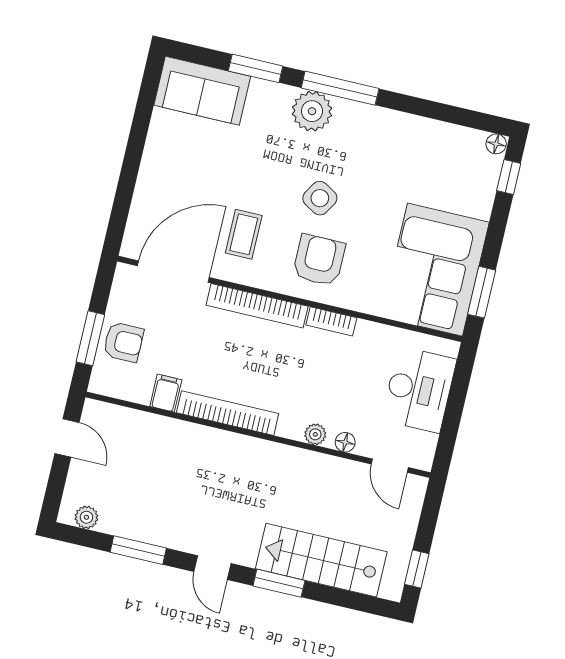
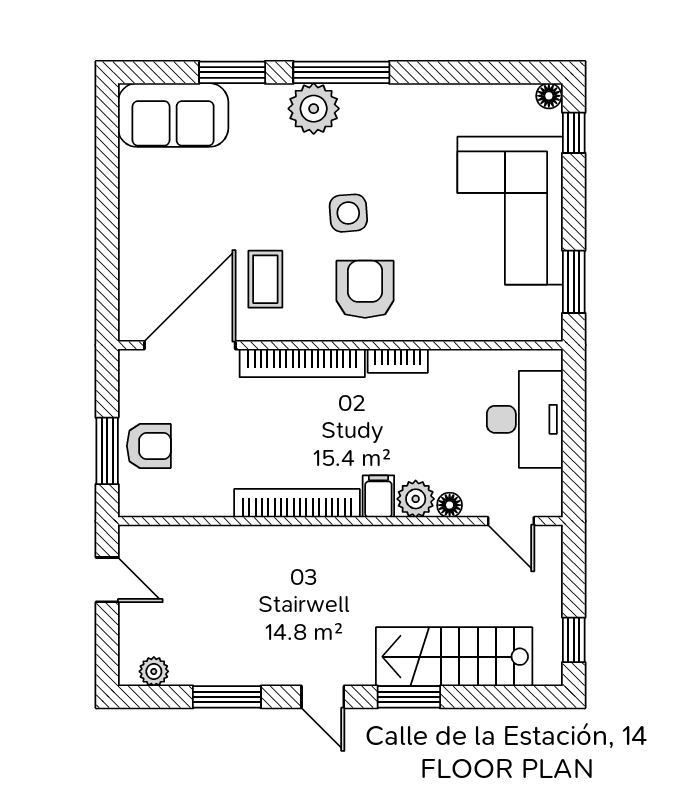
side table: (320, 198) -> (348, 213), turned -35
corner sofa: (435, 270) -> (510, 211), moved
filing cabinet: (166, 393) -> (378, 496), moved
plant: (315, 434) -> (416, 499), width x1.38, depth x1.38

